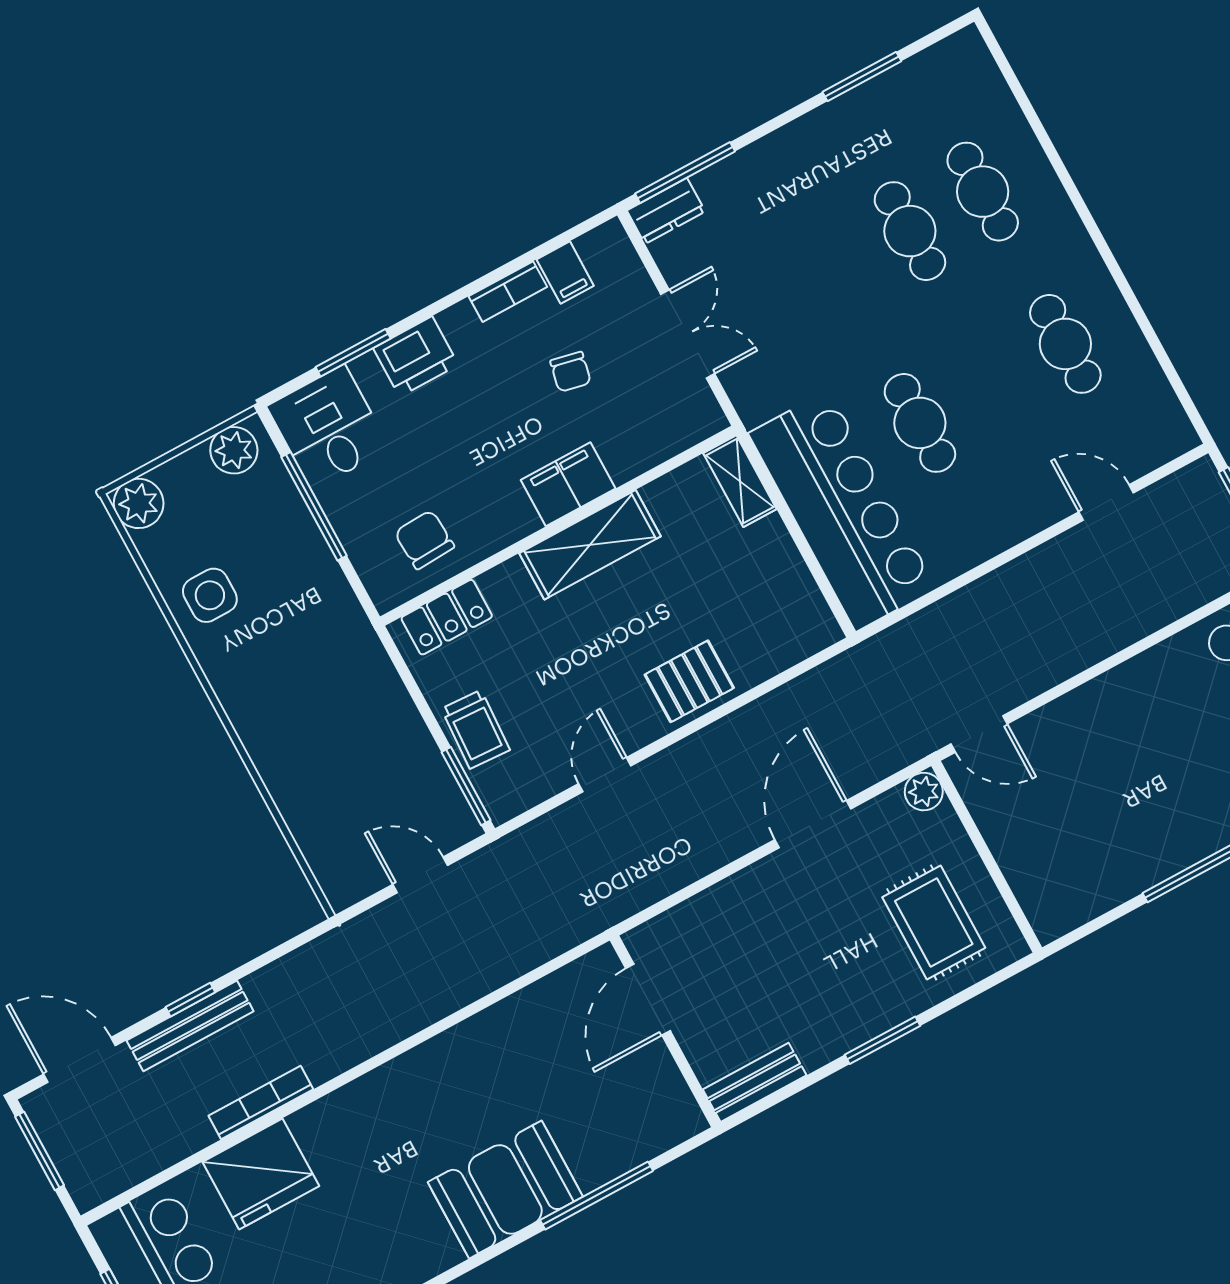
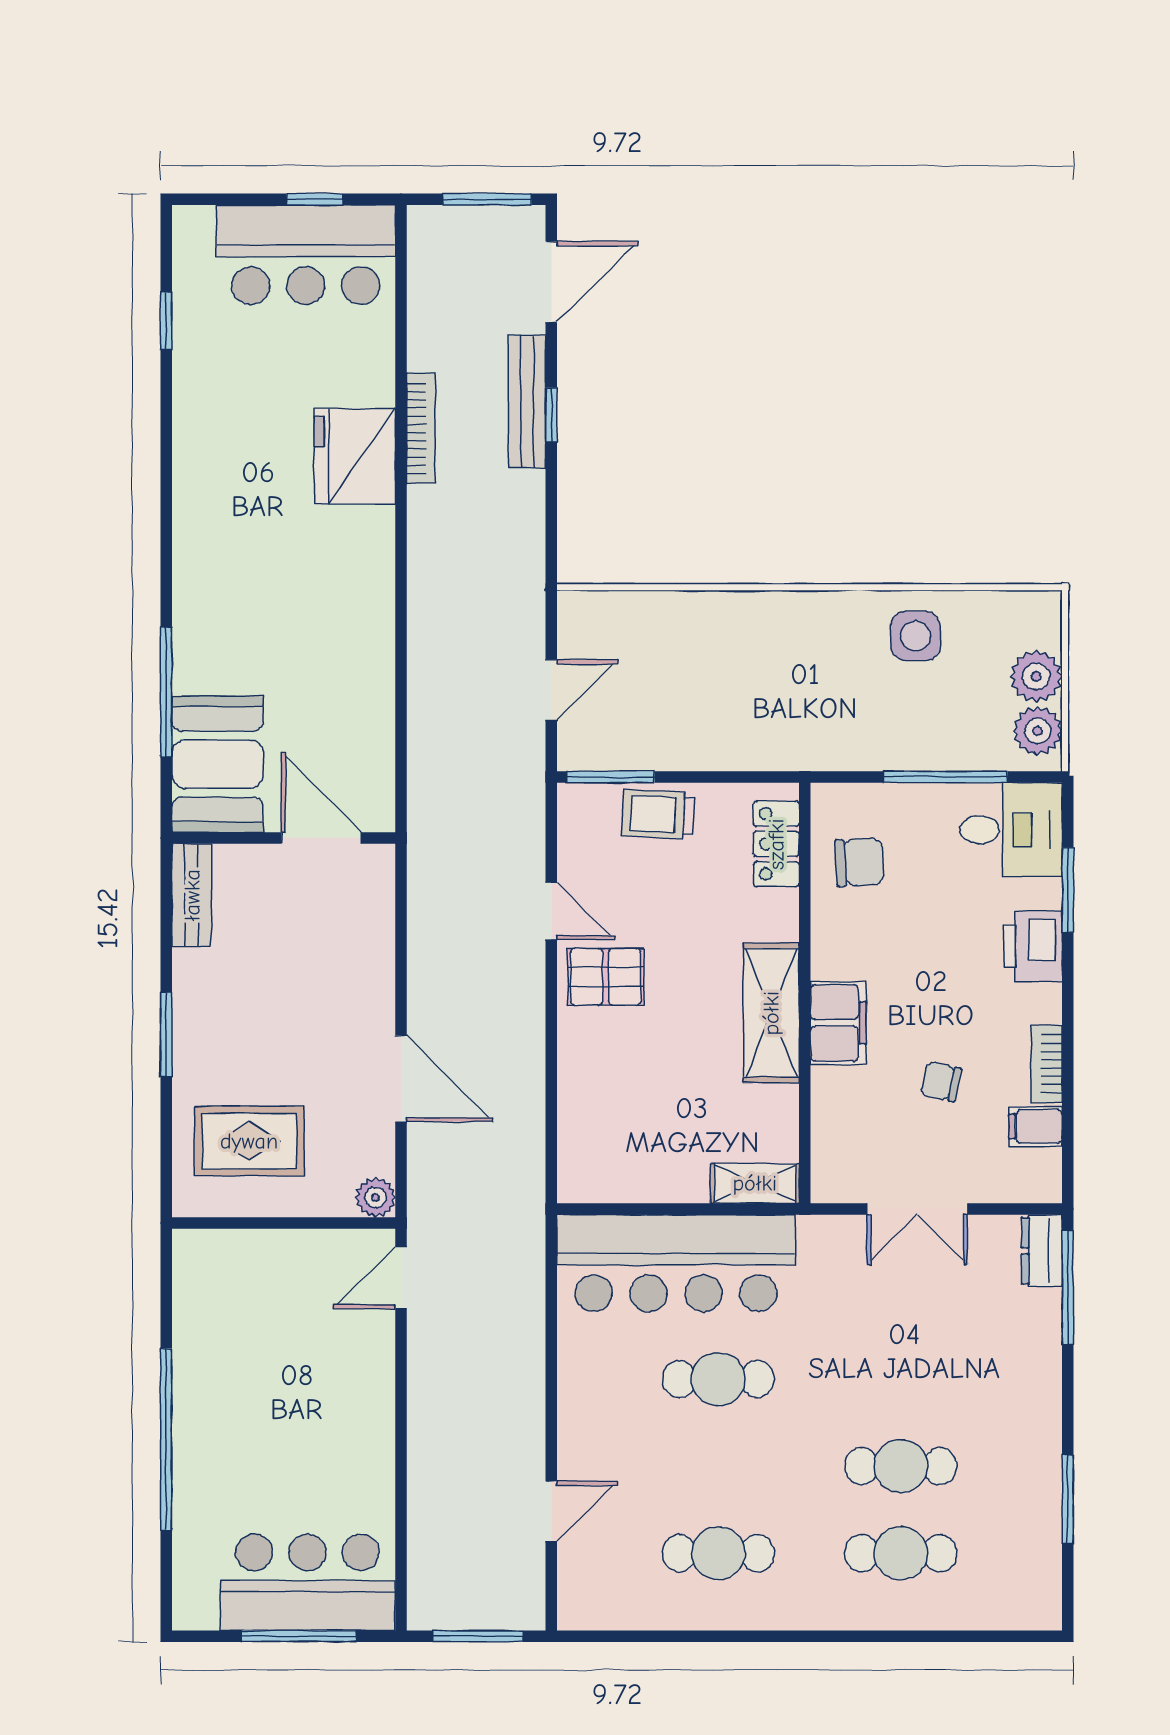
plant: (139, 503) -> (1036, 676), moved
pallet: (689, 681) -> (606, 977), moved, turned 90
fridge: (261, 1174) -> (355, 456), moved
booth: (505, 1189) -> (218, 764), moved

